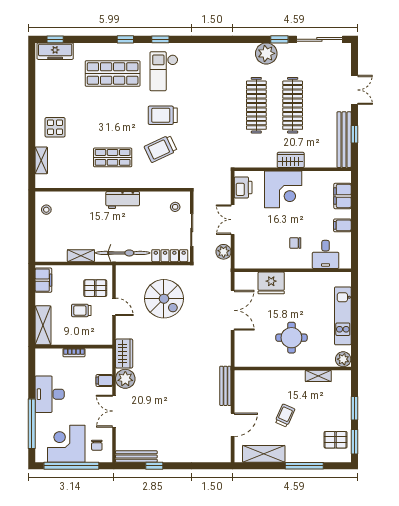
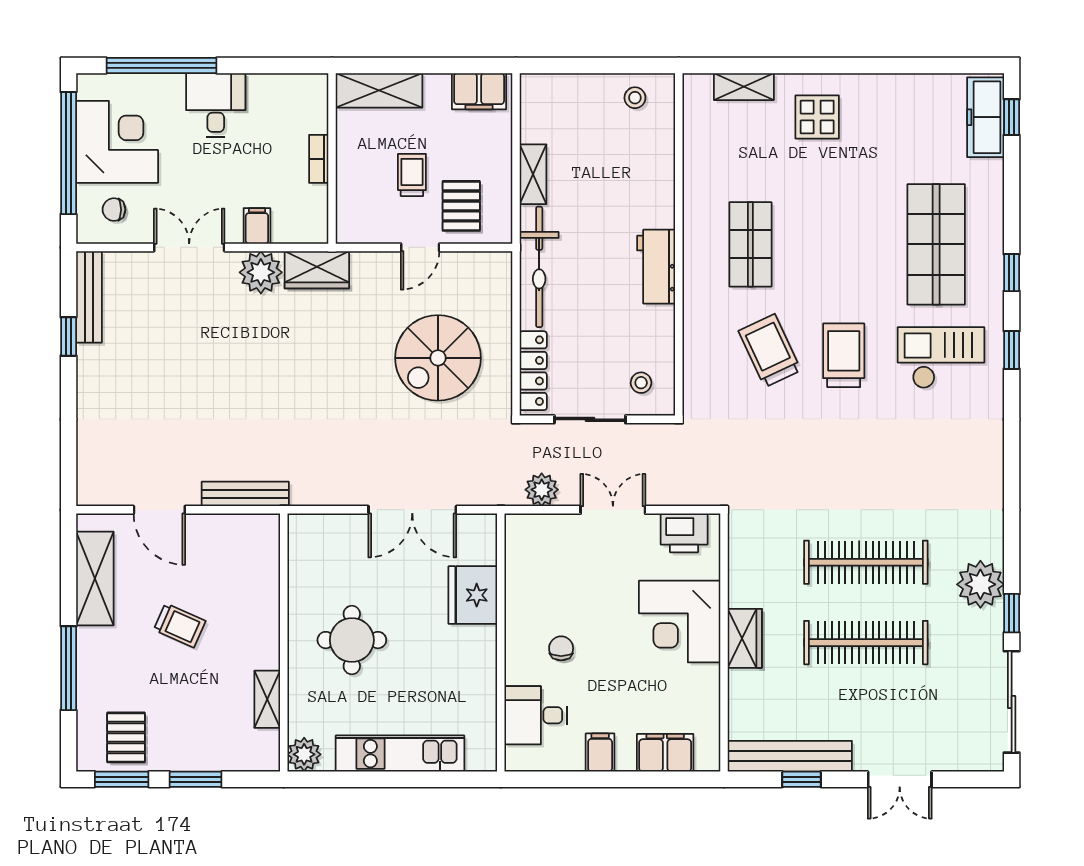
desk: (50, 394) -> (216, 105), width x0.73

